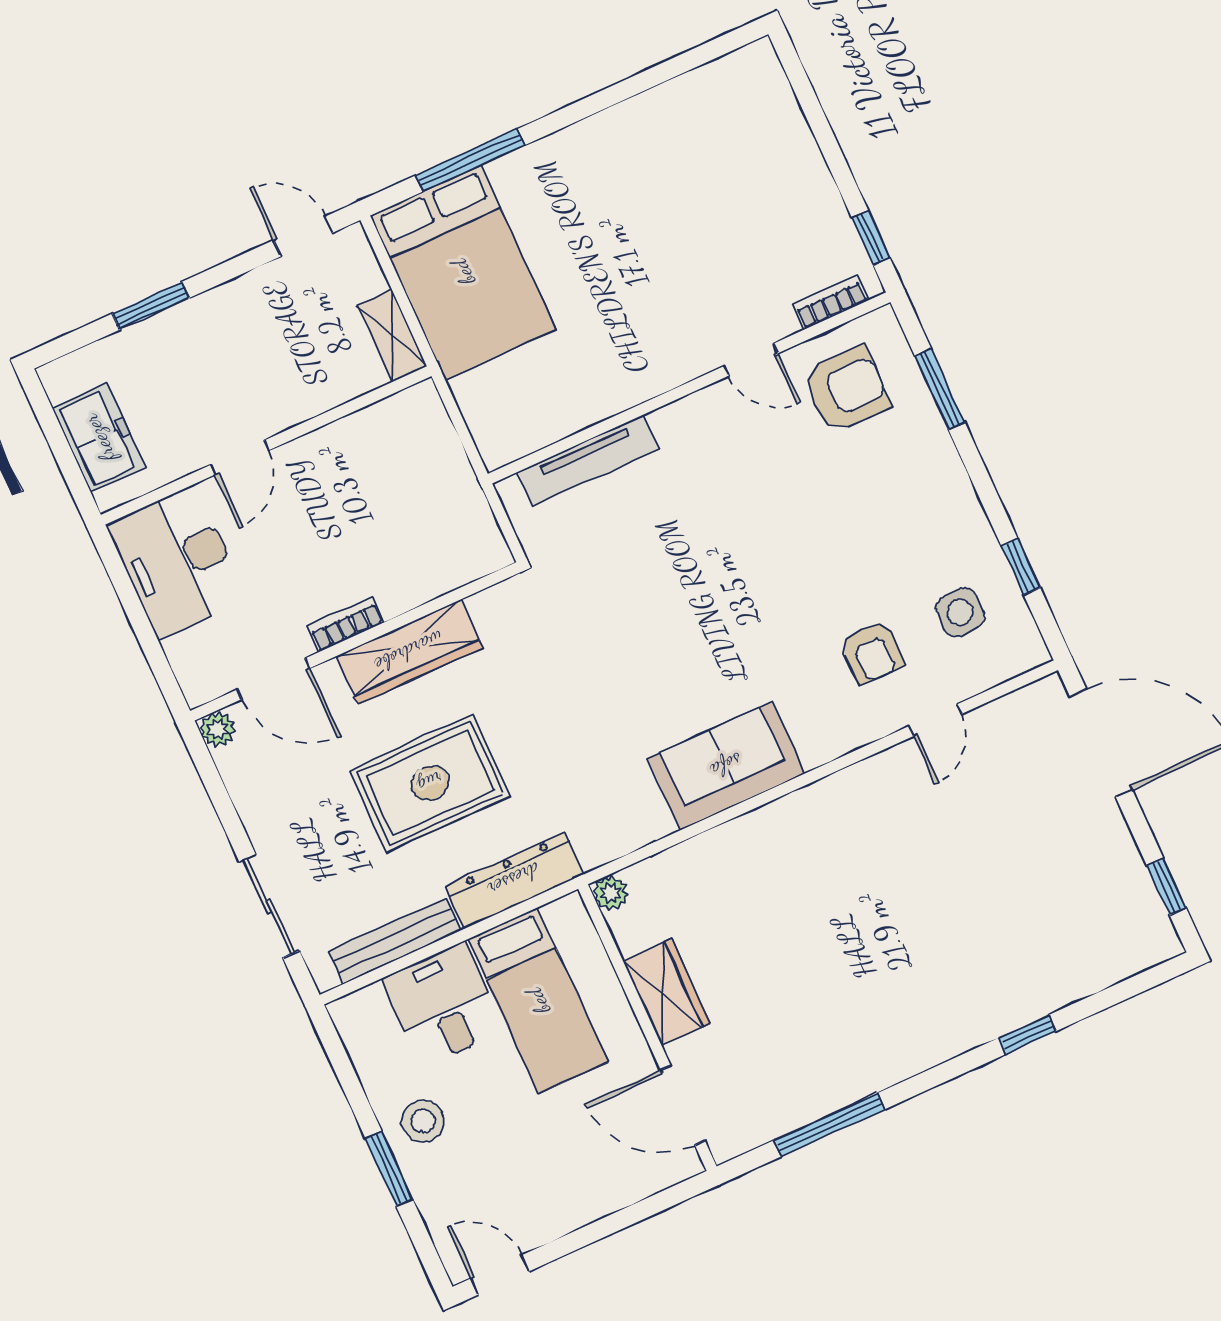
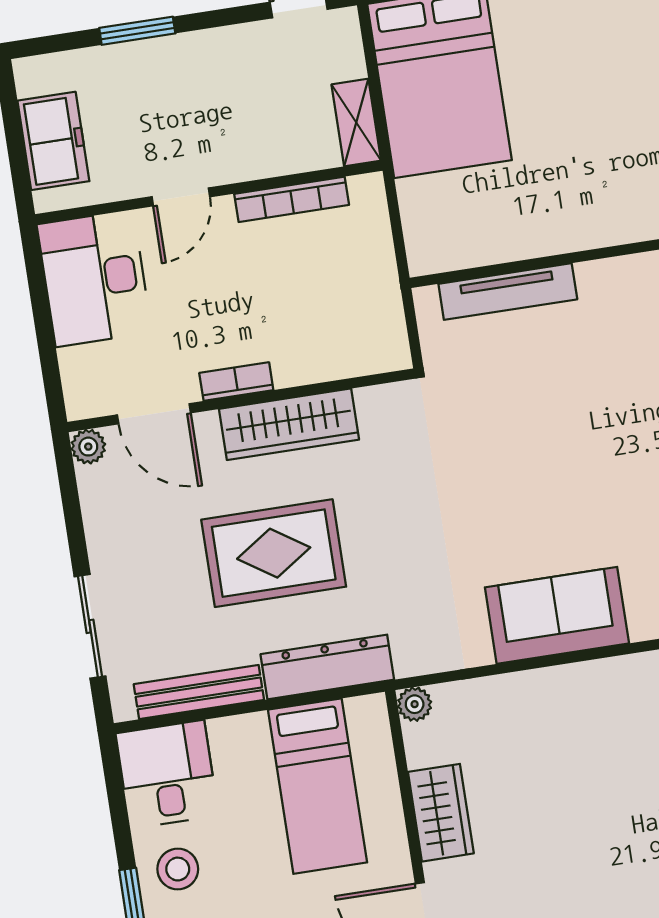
bookcase: (350, 429) -> (292, 199), added
desk: (443, 1005) -> (167, 774), moved

